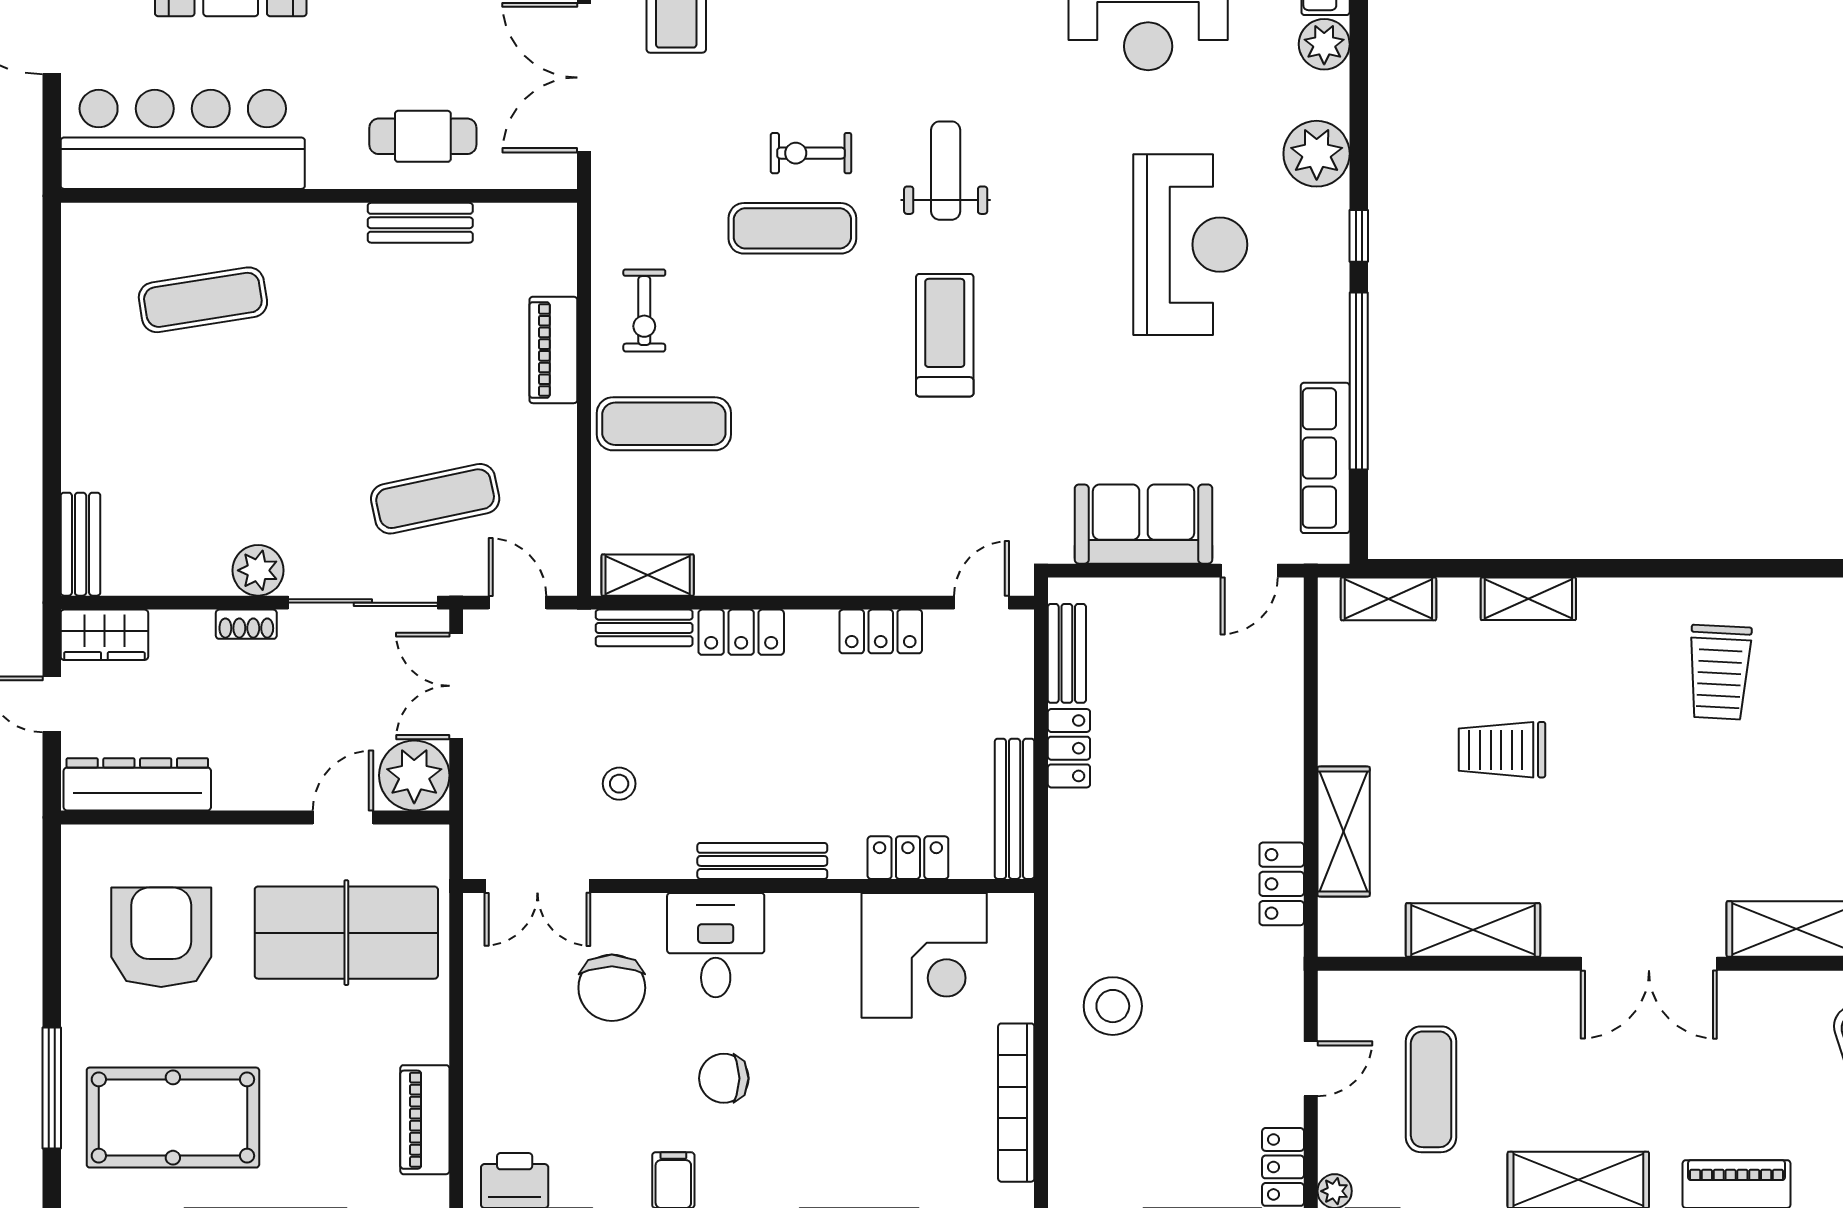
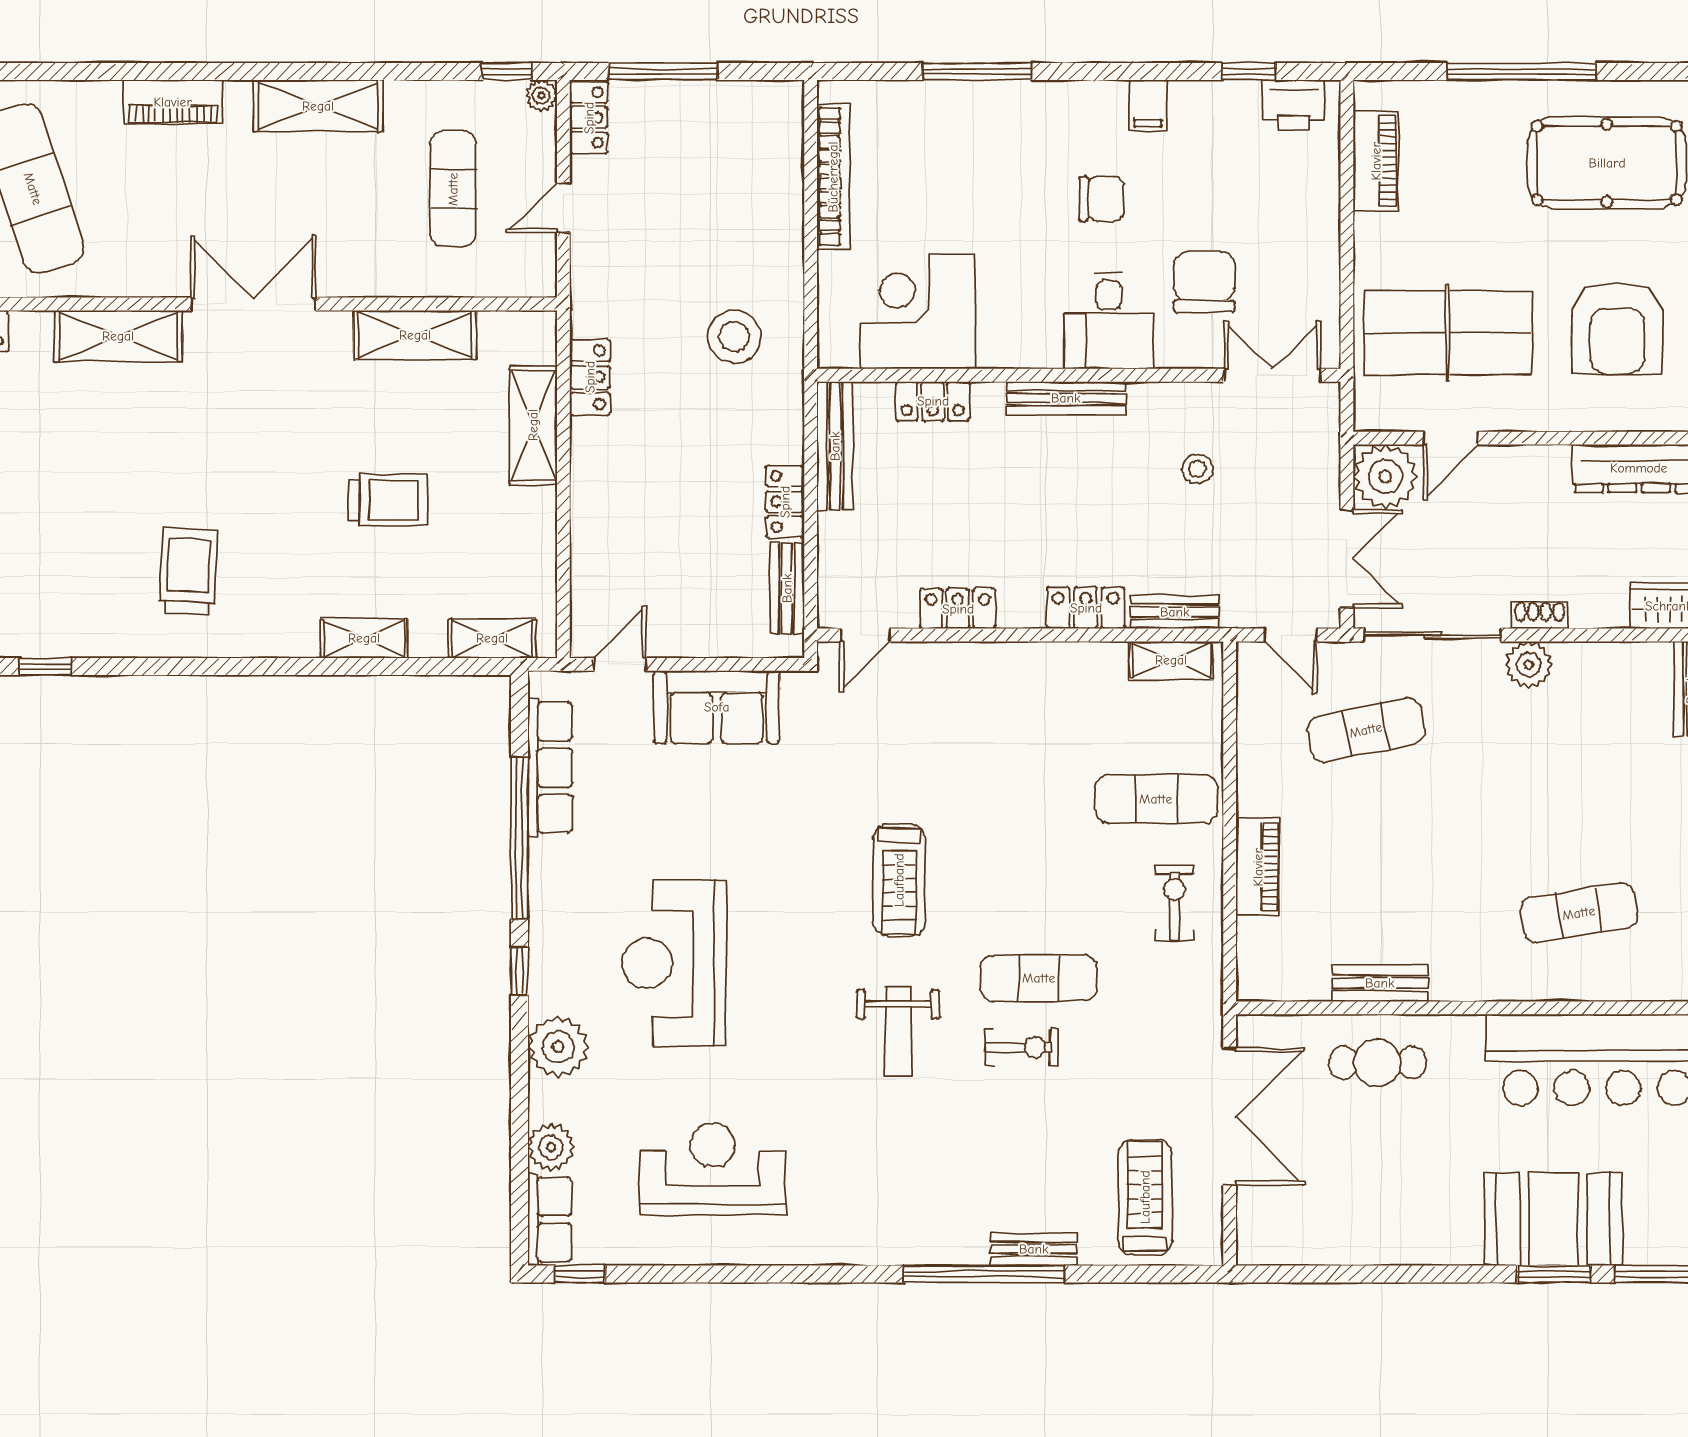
stool: (1113, 1006) -> (734, 337), moved

